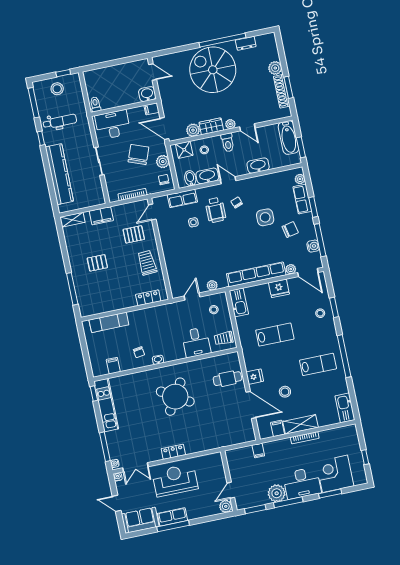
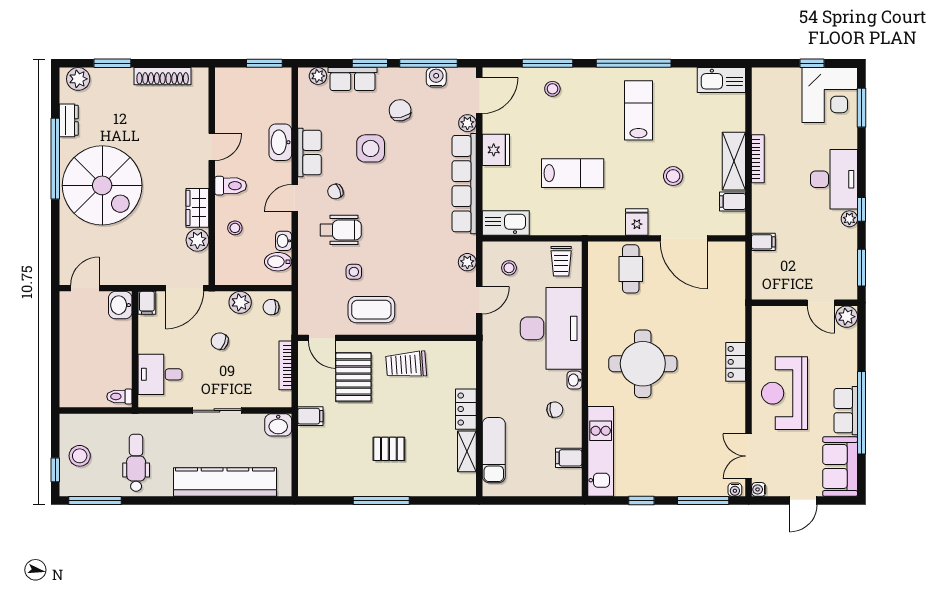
plant: (275, 68) -> (78, 79), moved
spiral stairs: (213, 70) -> (102, 185), turned -90
window: (63, 73) -> (55, 470), moved
window: (288, 87) -> (112, 63), moved
plant: (230, 124) -> (200, 175), removed
desk: (113, 125) -> (160, 374), width x0.73
window: (41, 138) -> (158, 501), removed
bathtub: (288, 138) -> (244, 81), removed
shower: (184, 150) -> (228, 262), removed
chair: (138, 155) -> (220, 341), width x0.54, depth x0.54
washbasin: (207, 176) -> (284, 241), width x0.52, depth x0.69
washbasin: (98, 197) -> (278, 425), added
row of seats: (182, 198) -> (309, 153), moved
filing cabinet: (101, 216) -> (310, 416), width x0.50
shelving: (72, 220) -> (467, 451), moved
pallet: (134, 234) -> (353, 377), width x1.50, depth x1.42
coffee table: (174, 237) -> (371, 310), added
pallet: (97, 263) -> (389, 449), turned 90
window: (72, 289) -> (381, 501), moved
door: (192, 297) -> (479, 300), swing flipped
locker: (148, 298) -> (466, 409), moved
window: (334, 307) -> (547, 63), width x1.44
lab bench: (275, 335) -> (573, 173), turned 90
desk: (196, 342) -> (551, 328), width x1.87, depth x1.30
window: (94, 394) -> (641, 501), moved
round table: (175, 397) -> (643, 364), turned -31
kitchen unit: (106, 405) -> (601, 451), moved, turned 90
door: (251, 405) -> (684, 238), swing flipped
locker: (173, 452) -> (736, 362), moved
double door: (135, 467) -> (749, 456), swing flipped
corner desk: (335, 474) -> (830, 95), moved, turned -90
plant: (277, 493) -> (849, 219), width x0.53, depth x0.53
window: (330, 494) -> (862, 108), moved
window: (288, 502) -> (862, 209), width x0.46
window: (173, 526) -> (862, 413), width x1.46

